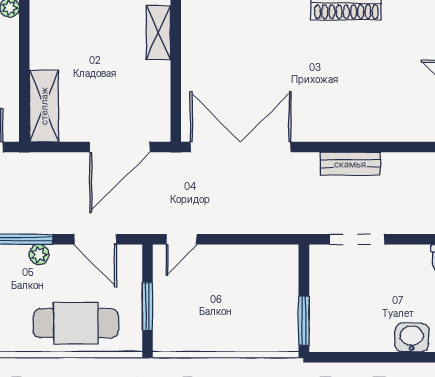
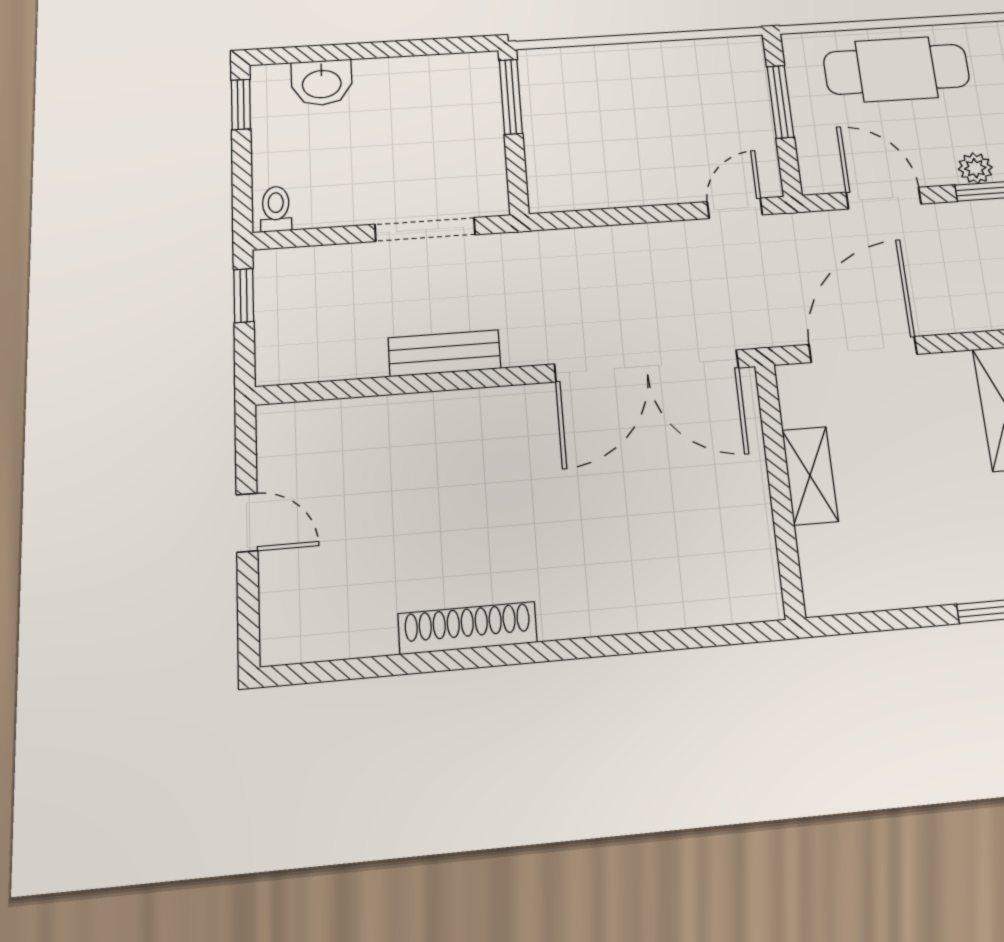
shelving: (158, 33) -> (810, 476), moved

